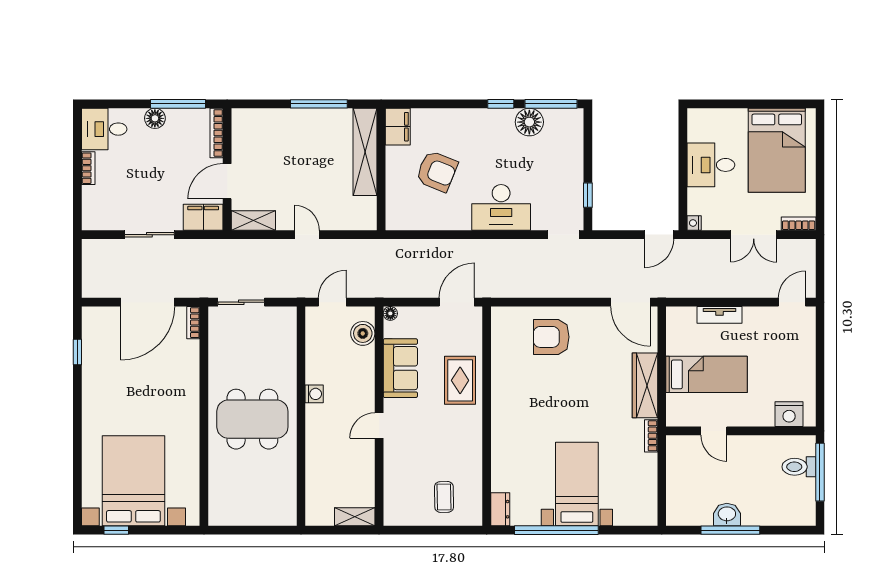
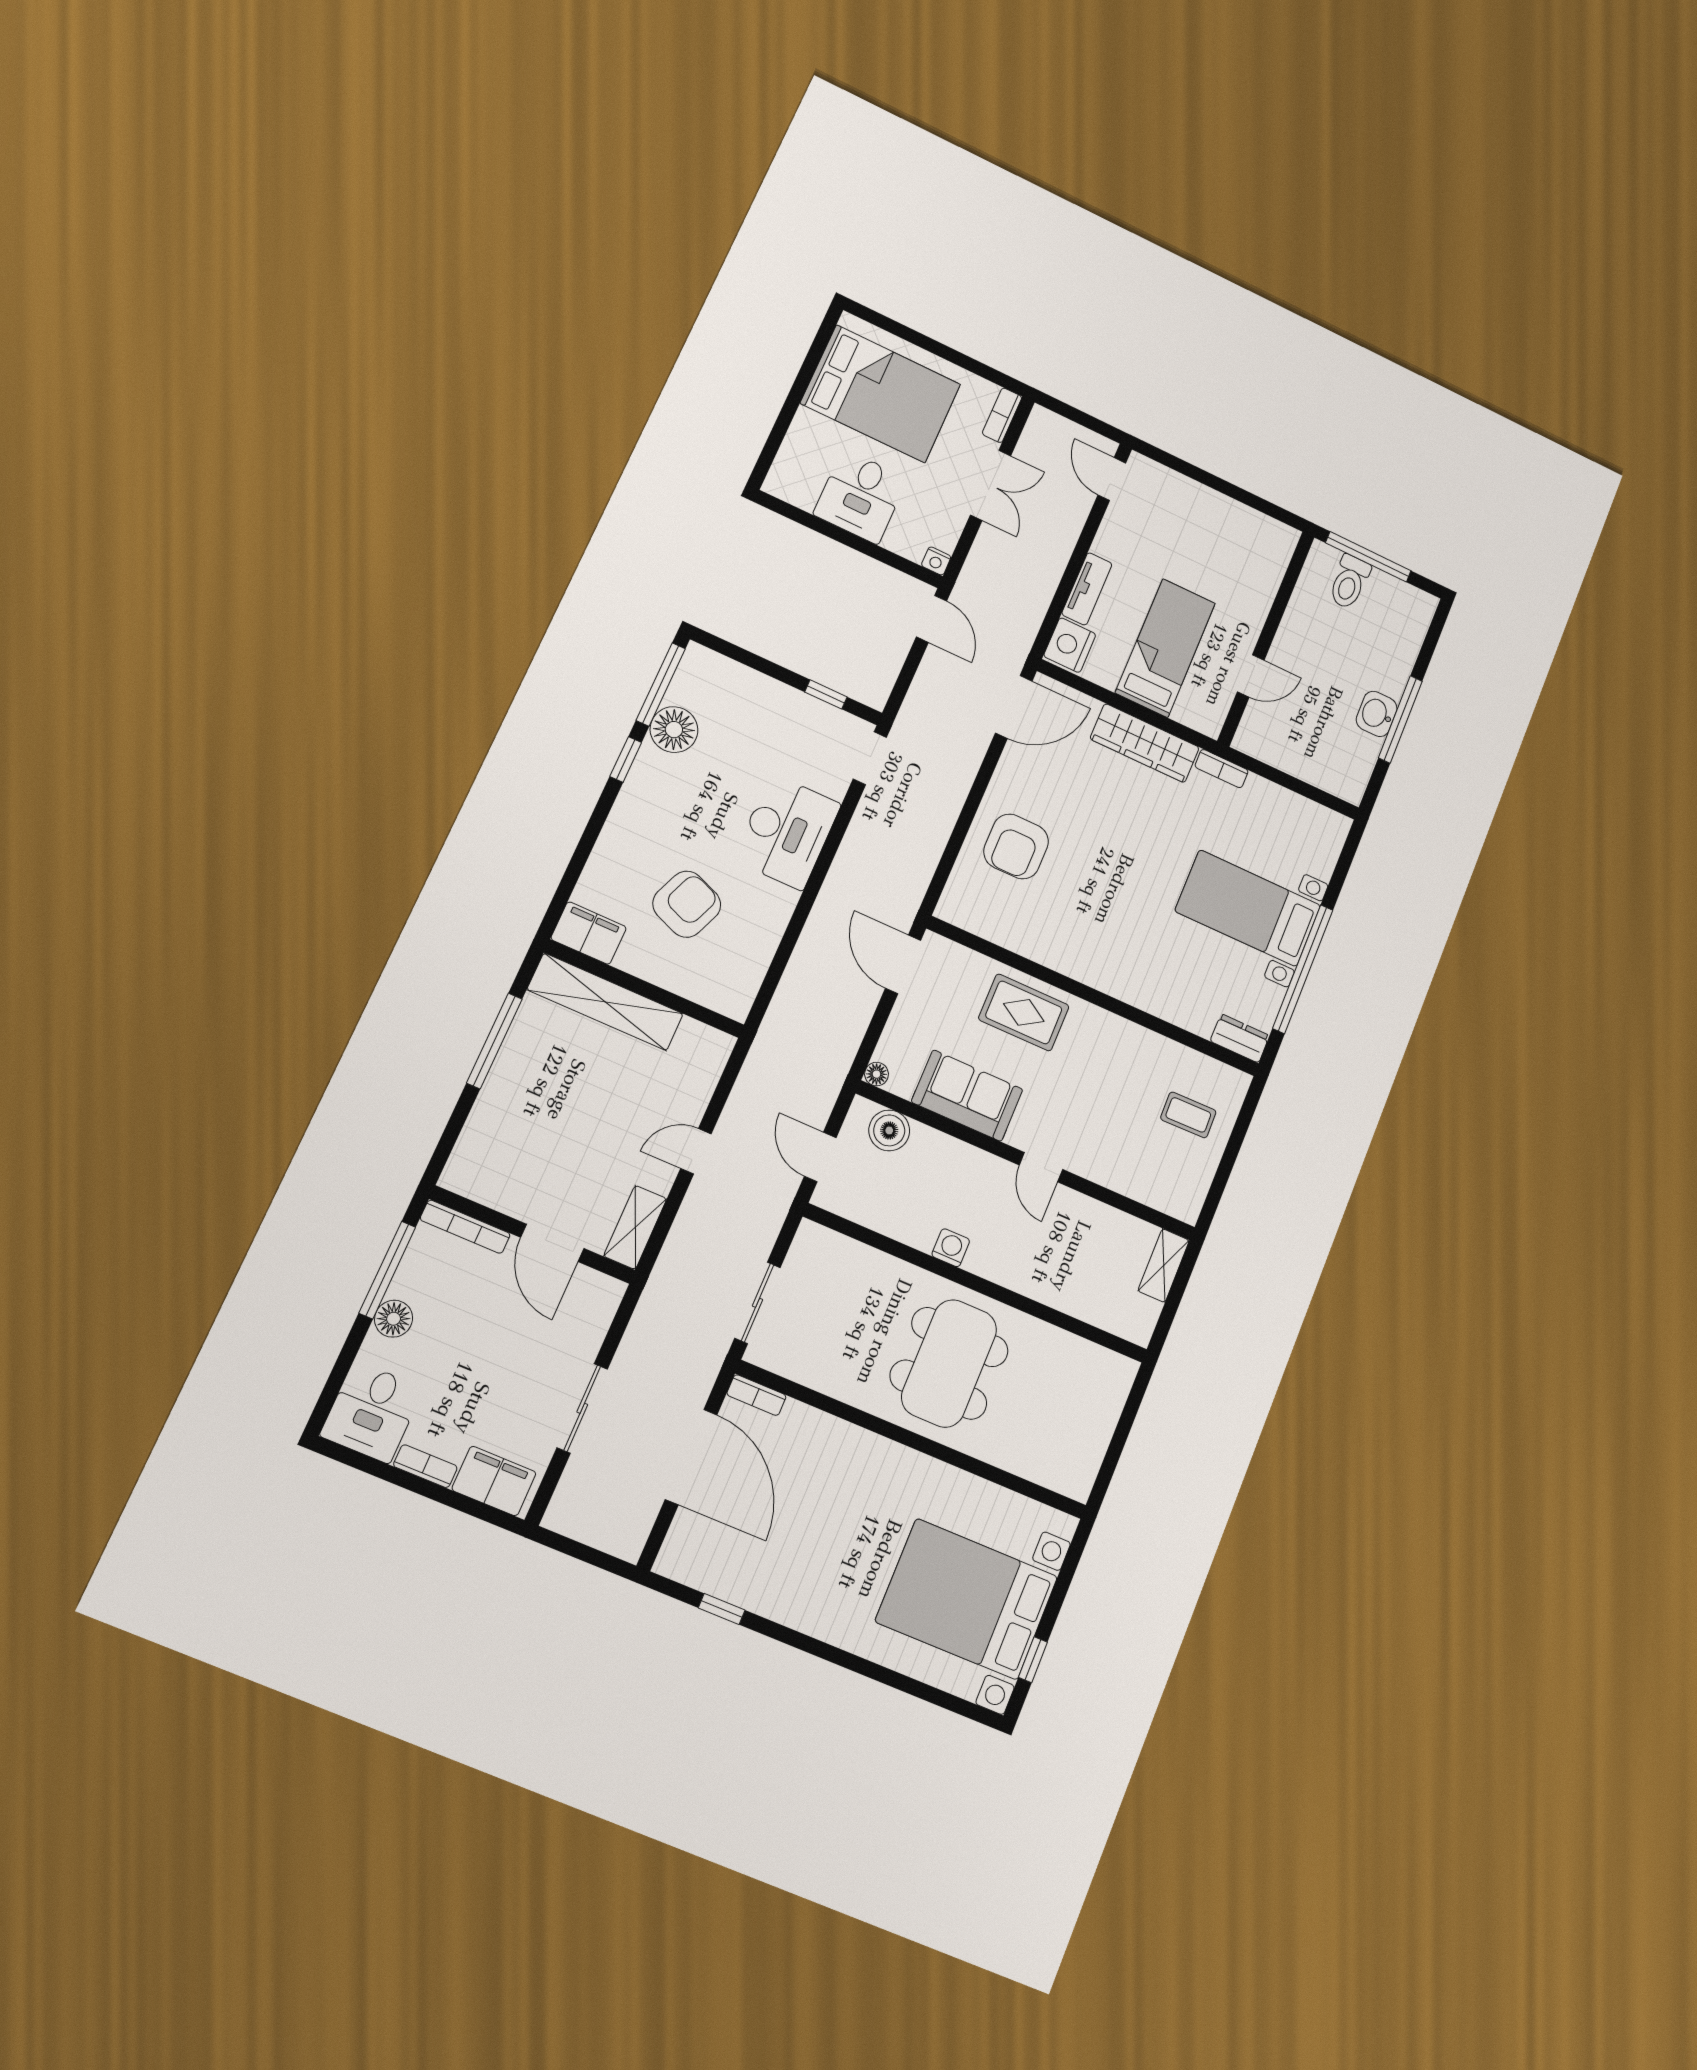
filing cabinet: (203, 217) -> (494, 1481), moved, turned 90
nightstand: (789, 414) -> (1070, 645), moved, turned 180

